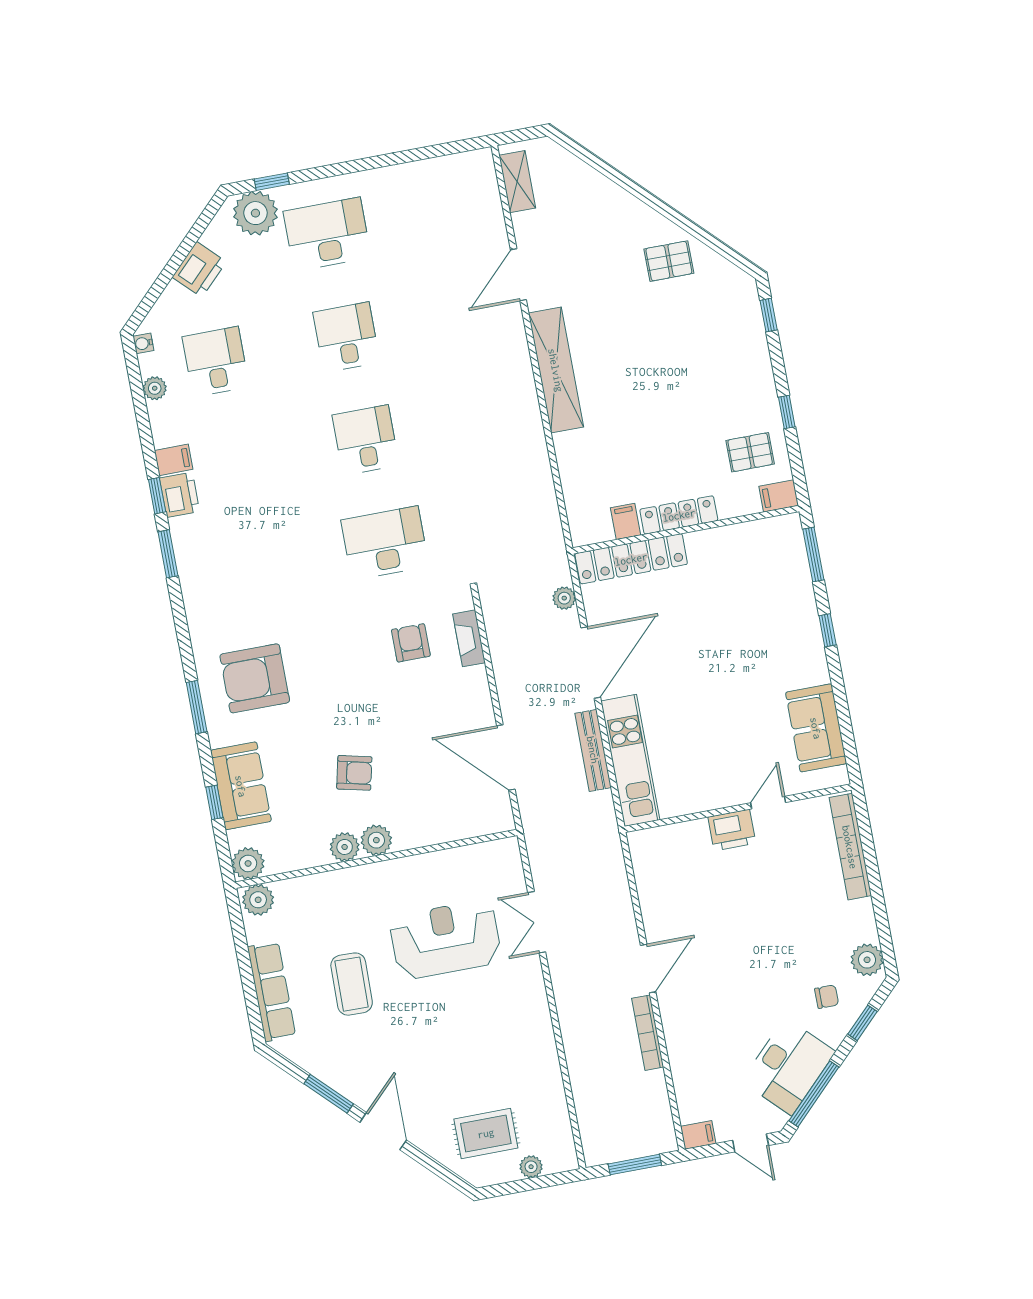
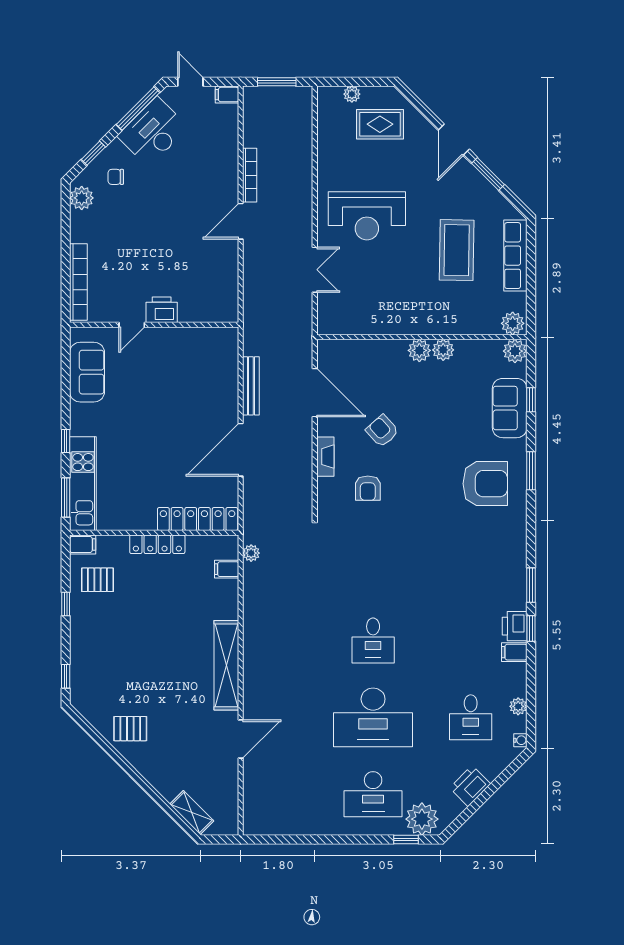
shelving: (517, 182) -> (192, 812), moved, turned -45
desk: (346, 337) -> (373, 717), width x1.87, depth x1.30
filing cabinet: (626, 521) -> (227, 569), moved, turned 90
desk: (385, 543) -> (373, 564), removed
plant: (564, 598) -> (251, 553), moved
fireplace: (469, 638) -> (325, 457), moved
kitchen unit: (630, 760) -> (83, 484), moved, turned 180
armchair: (354, 773) -> (382, 431), moved, turned 35
reception desk: (446, 940) -> (367, 216), moved
coffee table: (352, 984) -> (457, 250), width x1.36, depth x1.32

